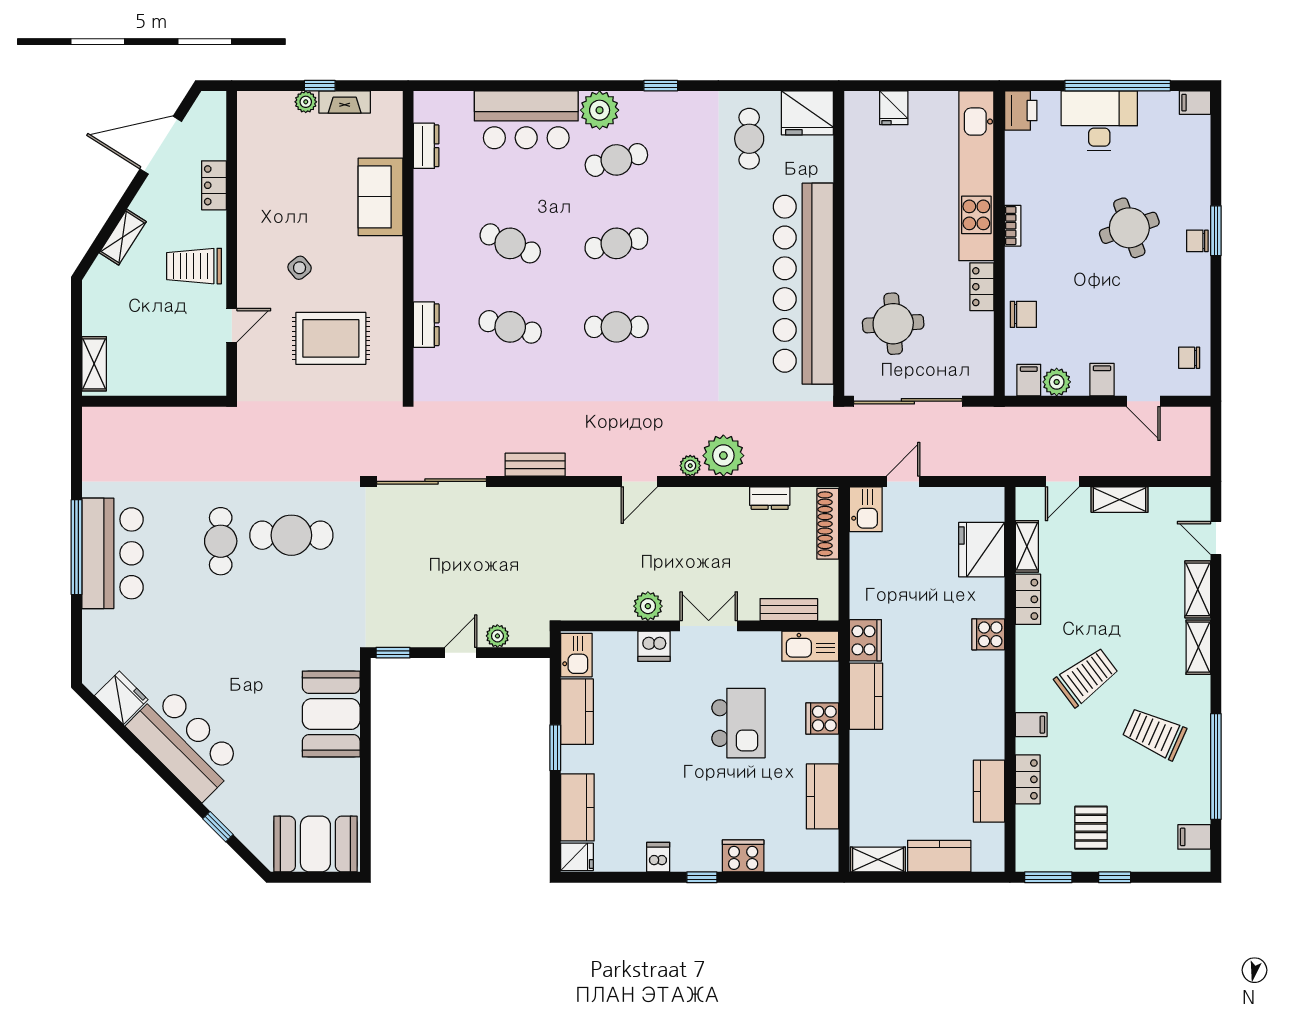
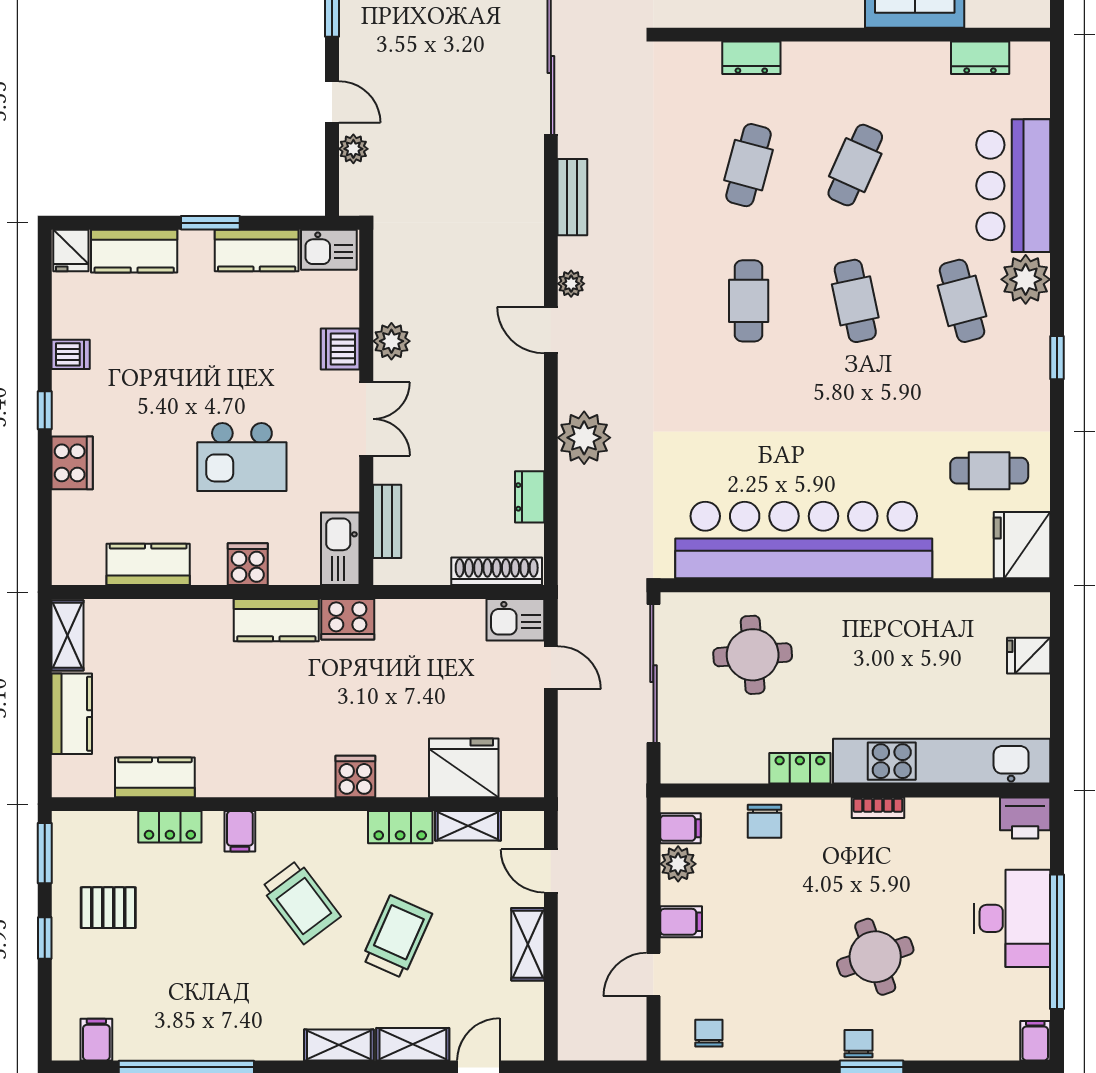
plant: (690, 466) -> (571, 284), moved
trolley: (1154, 734) -> (397, 937), moved

